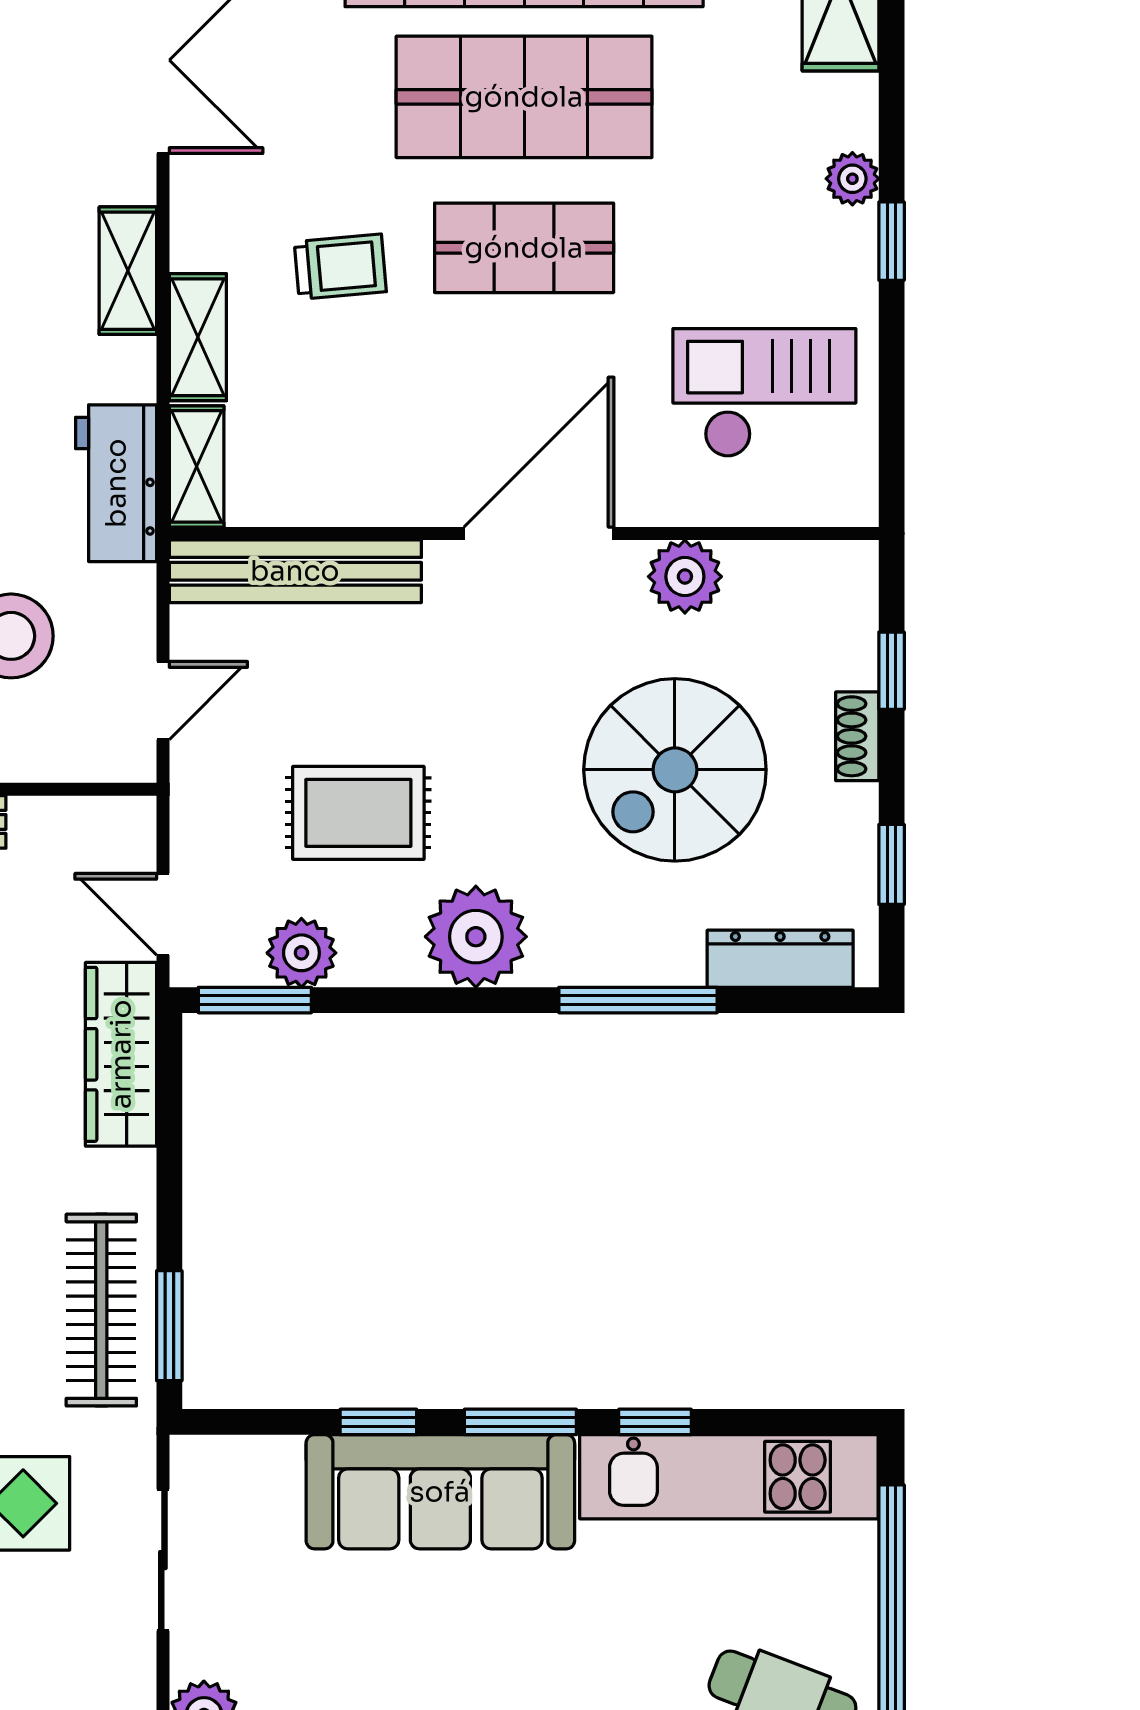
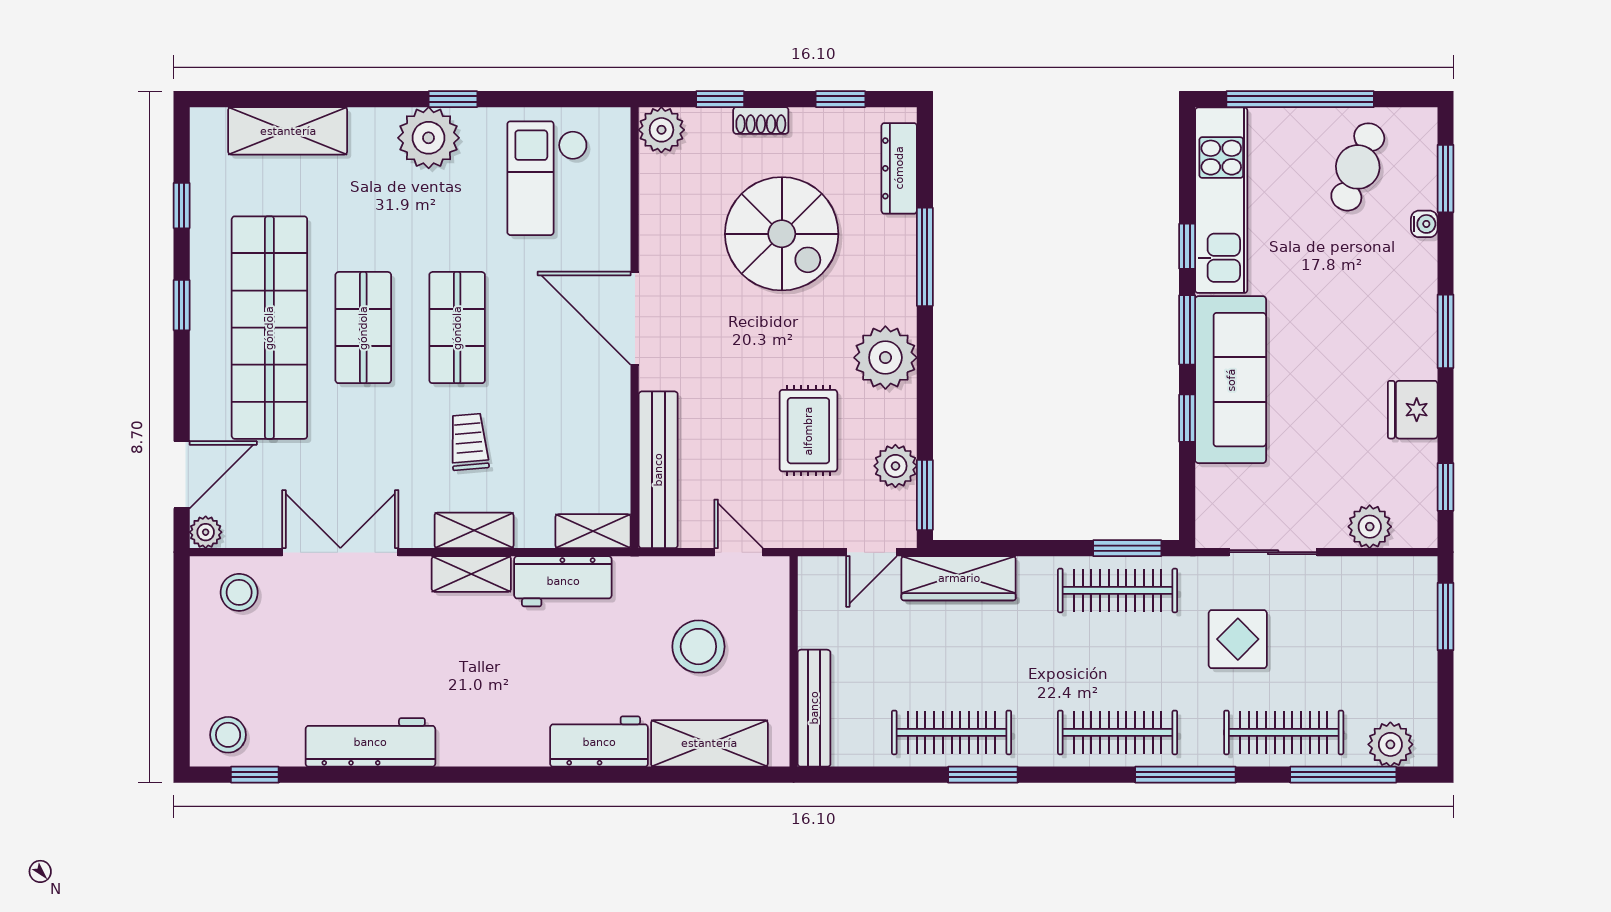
shop shelf: (524, 97) -> (363, 328), width x0.70, depth x0.74
plant: (852, 179) -> (429, 138), width x1.88, depth x1.88
shelving: (198, 337) -> (474, 530), moved
workbench: (116, 483) -> (563, 581), moved
plant: (685, 577) -> (661, 130), moved

